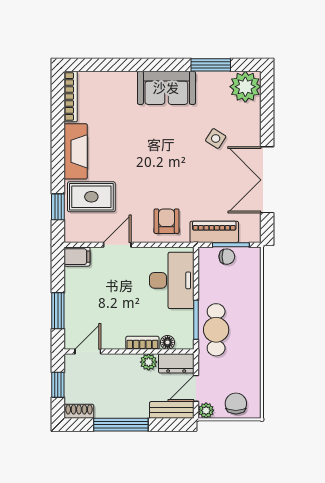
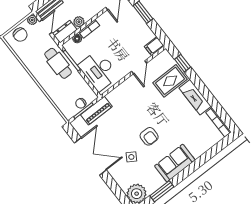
armchair: (167, 221) -> (149, 136), moved

